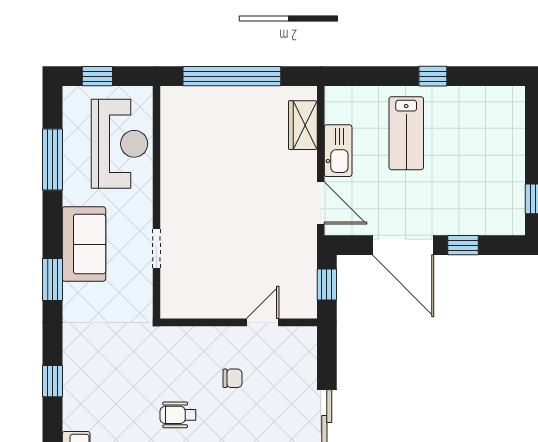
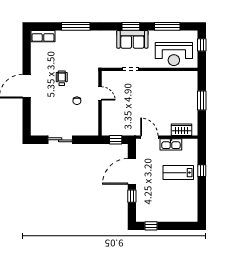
window: (232, 76) -> (202, 100), width x0.47
window: (433, 76) -> (202, 171), moved
door: (321, 203) -> (149, 137), swing flipped
window: (52, 279) -> (131, 26), moved
door: (263, 322) -> (100, 93), moved
window: (52, 381) -> (76, 26), width x2.17

